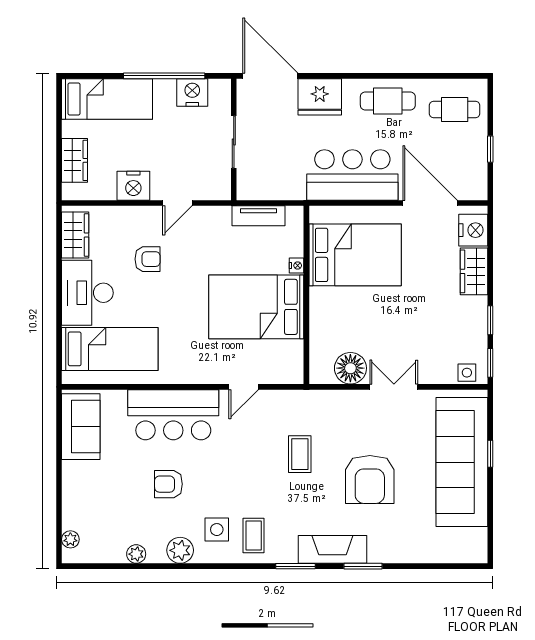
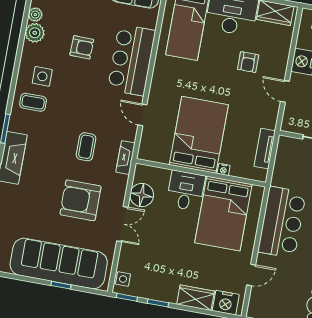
door: (430, 203) -> (251, 275), width x0.53
desk: (334, 311) -> (186, 191), added
fireplace: (304, 399) -> (126, 158), added
coffee table: (300, 454) -> (86, 147), turned 90
armchair: (370, 479) -> (80, 200), moved
armchair: (168, 484) -> (82, 47), turned 91
plant: (180, 550) -> (35, 33), moved

